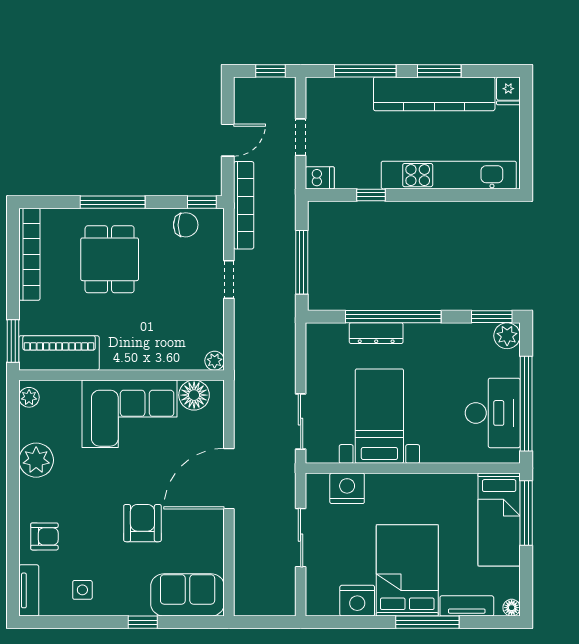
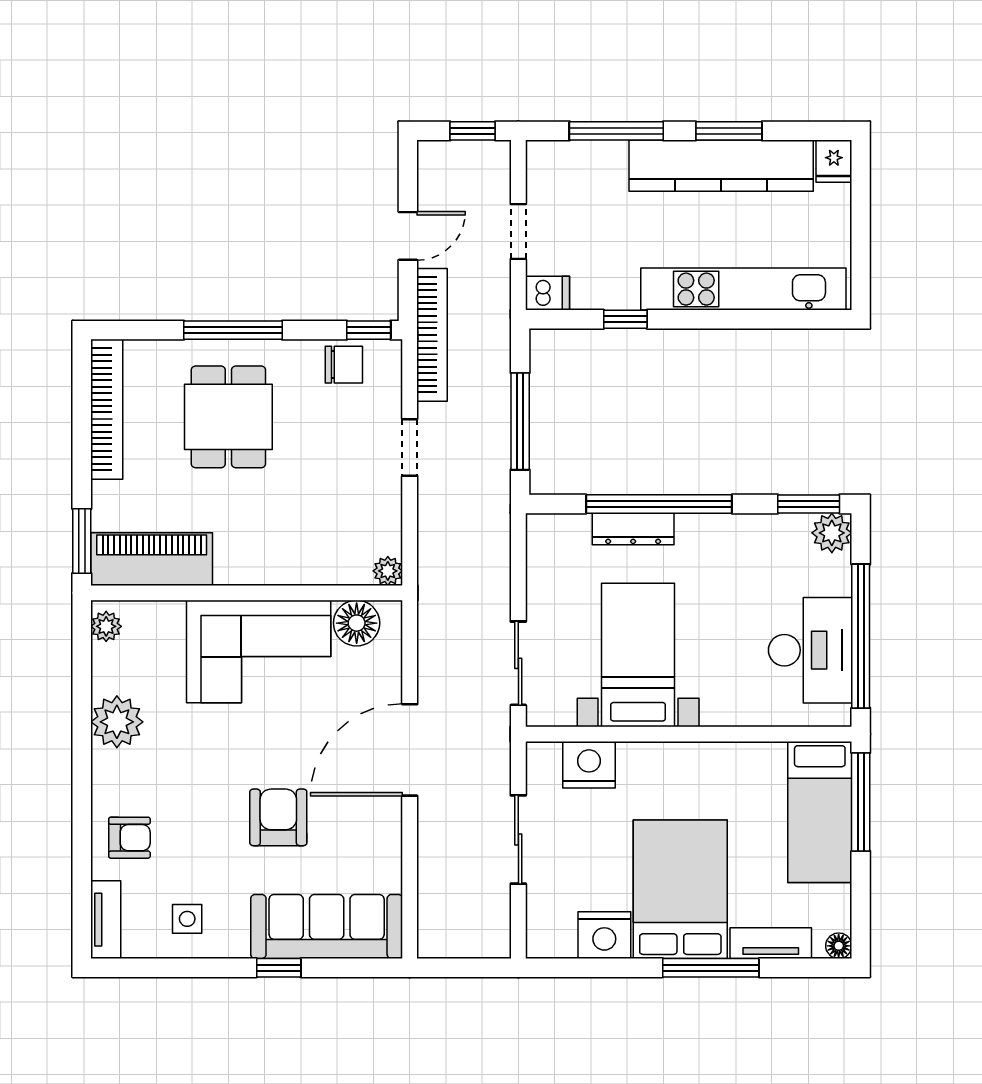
sofa: (188, 595) -> (327, 926), width x1.36

